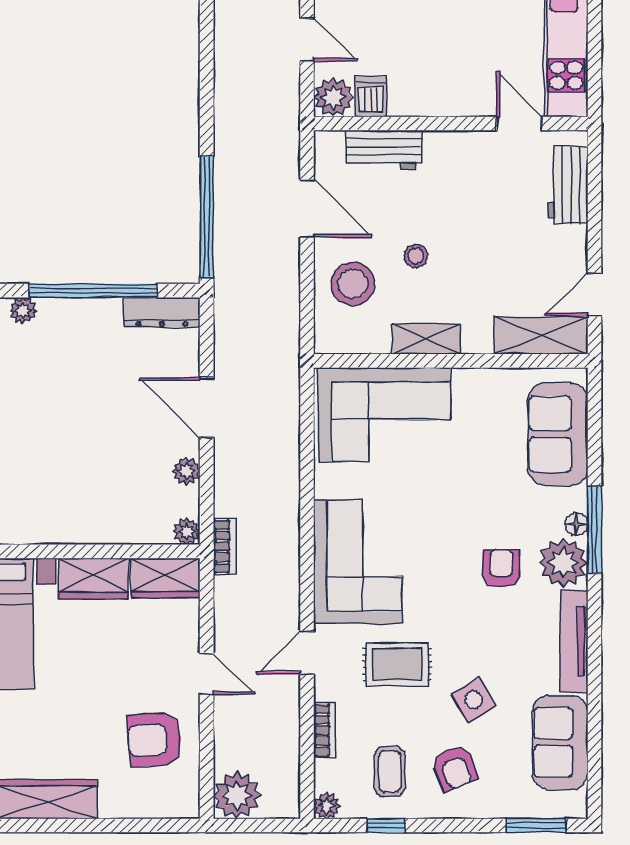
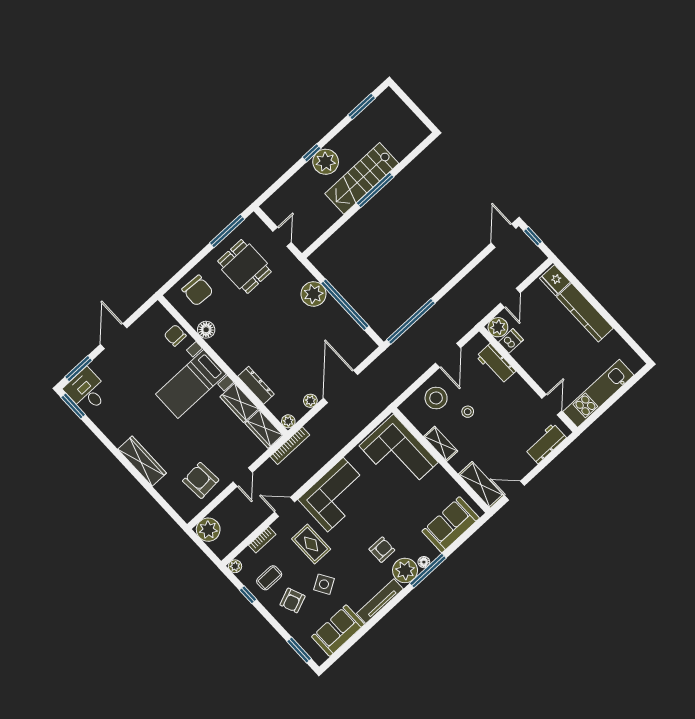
plant: (23, 311) -> (313, 294), width x1.87, depth x1.87
dresser: (162, 312) -> (256, 385), moved, turned 180
door: (207, 408) -> (341, 386), width x1.36
bookcase: (225, 546) -> (290, 446), width x1.56

